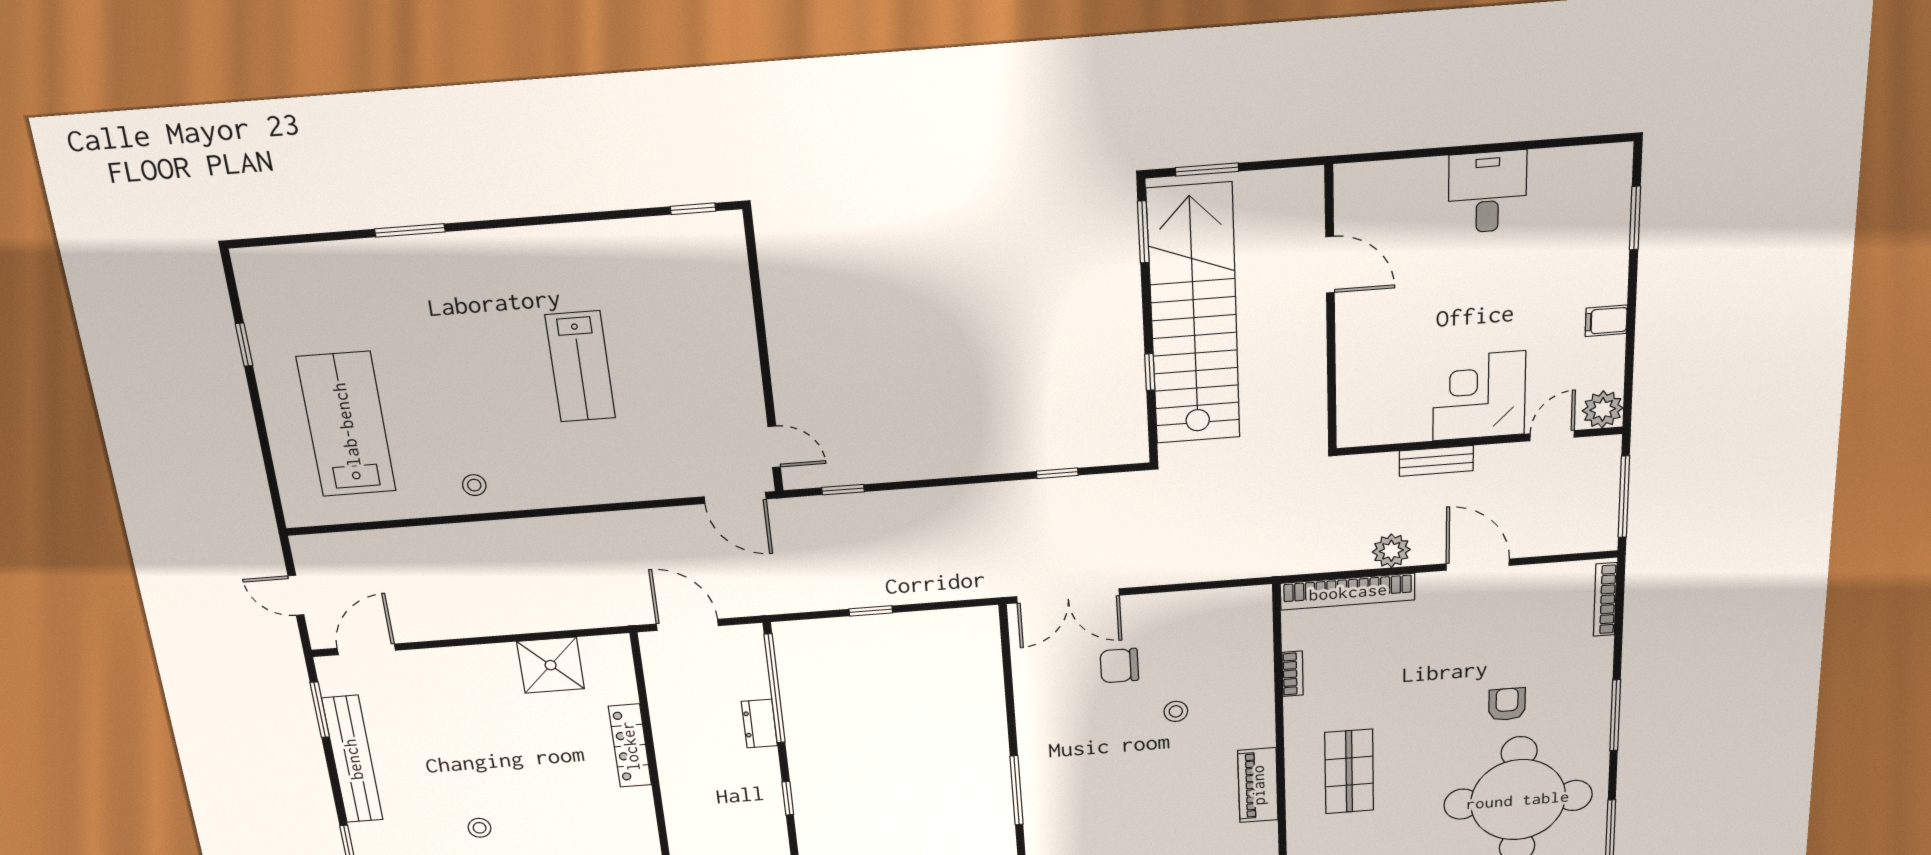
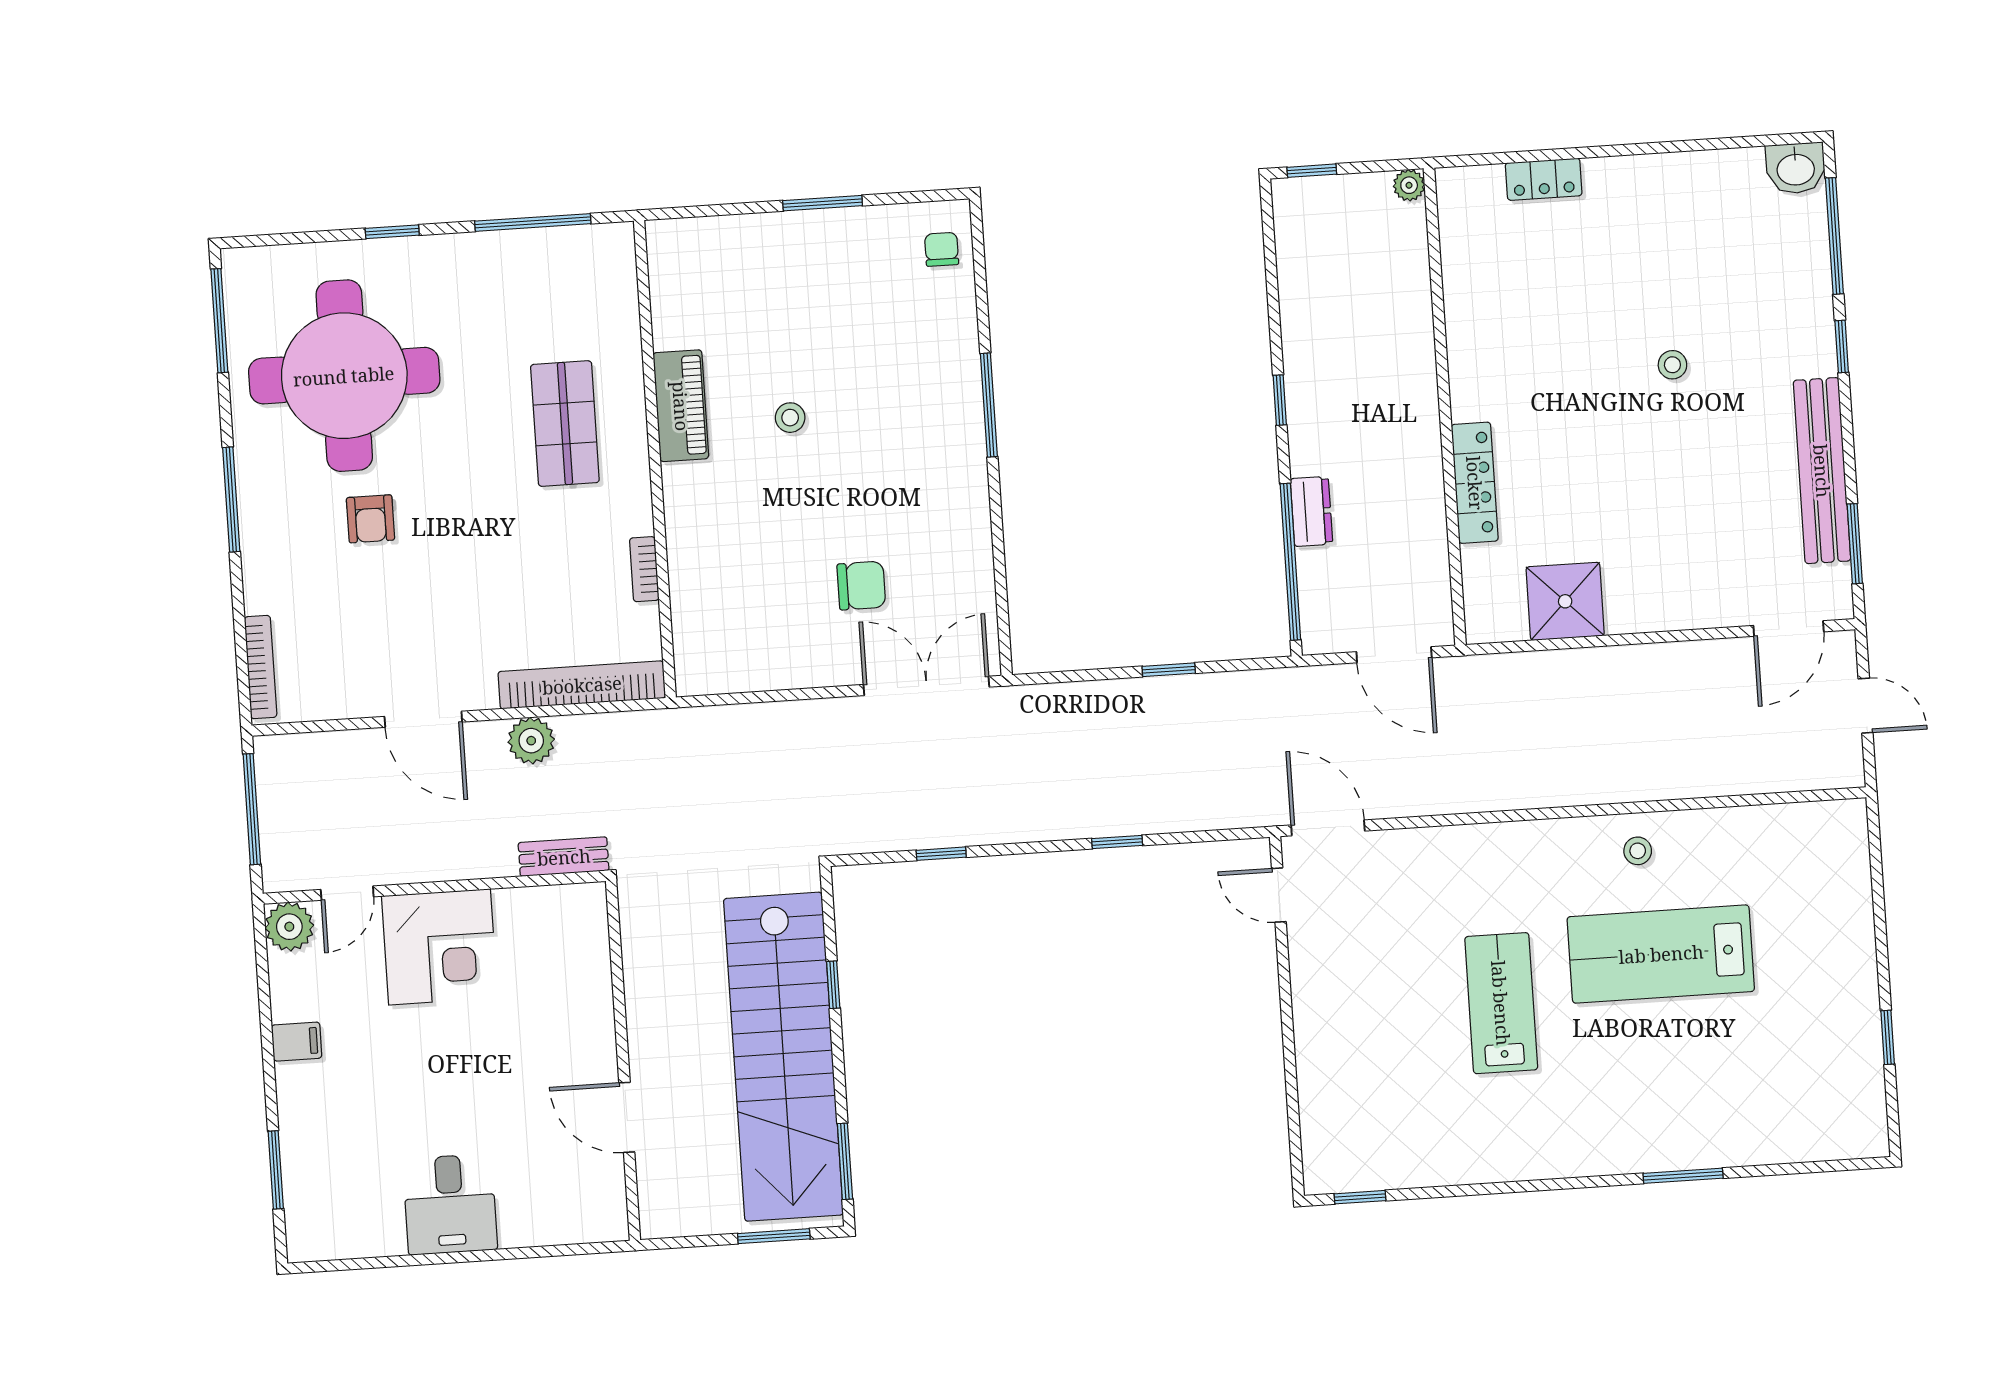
lab bench: (346, 424) -> (1661, 954), moved, turned 90
bench: (1436, 461) -> (564, 857), moved
window: (843, 490) -> (1117, 842), moved
stool: (1176, 711) -> (790, 418), moved

